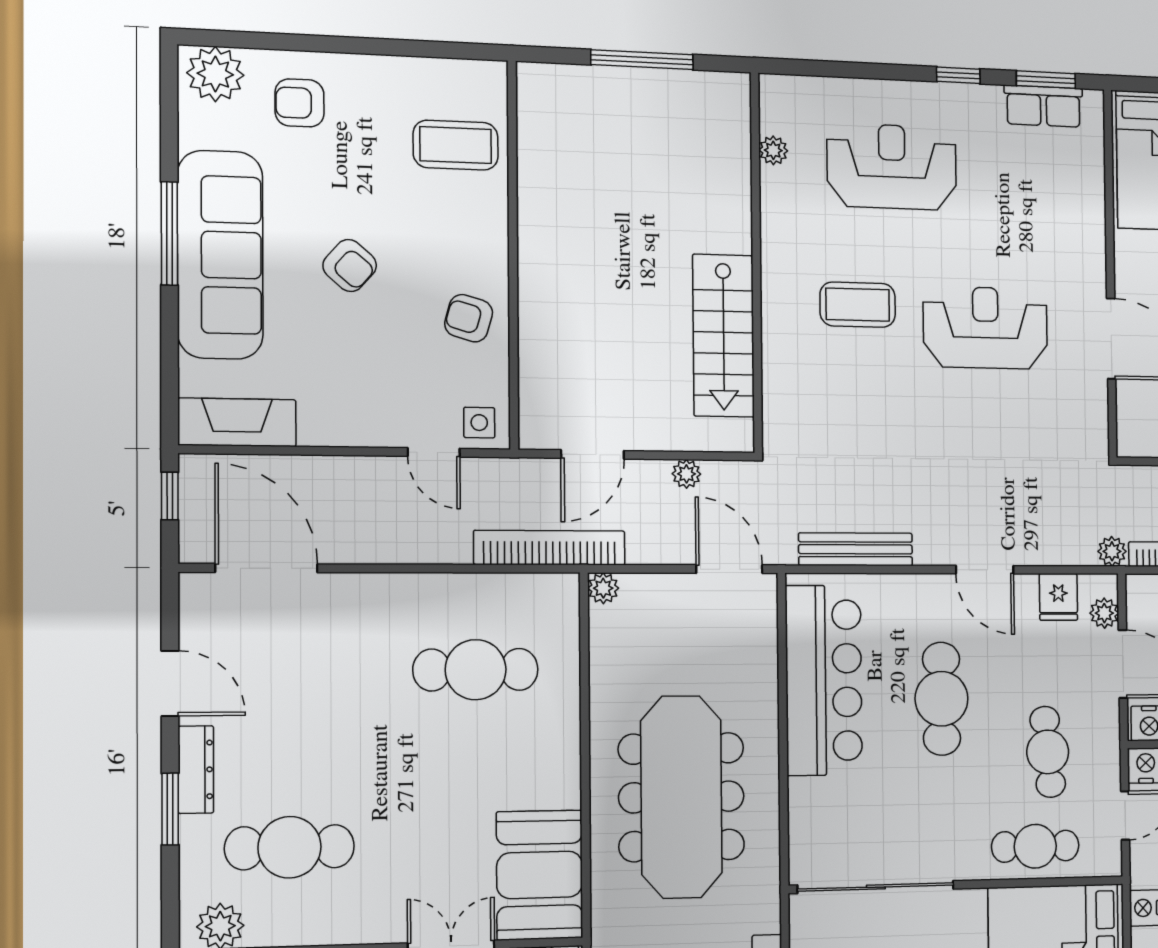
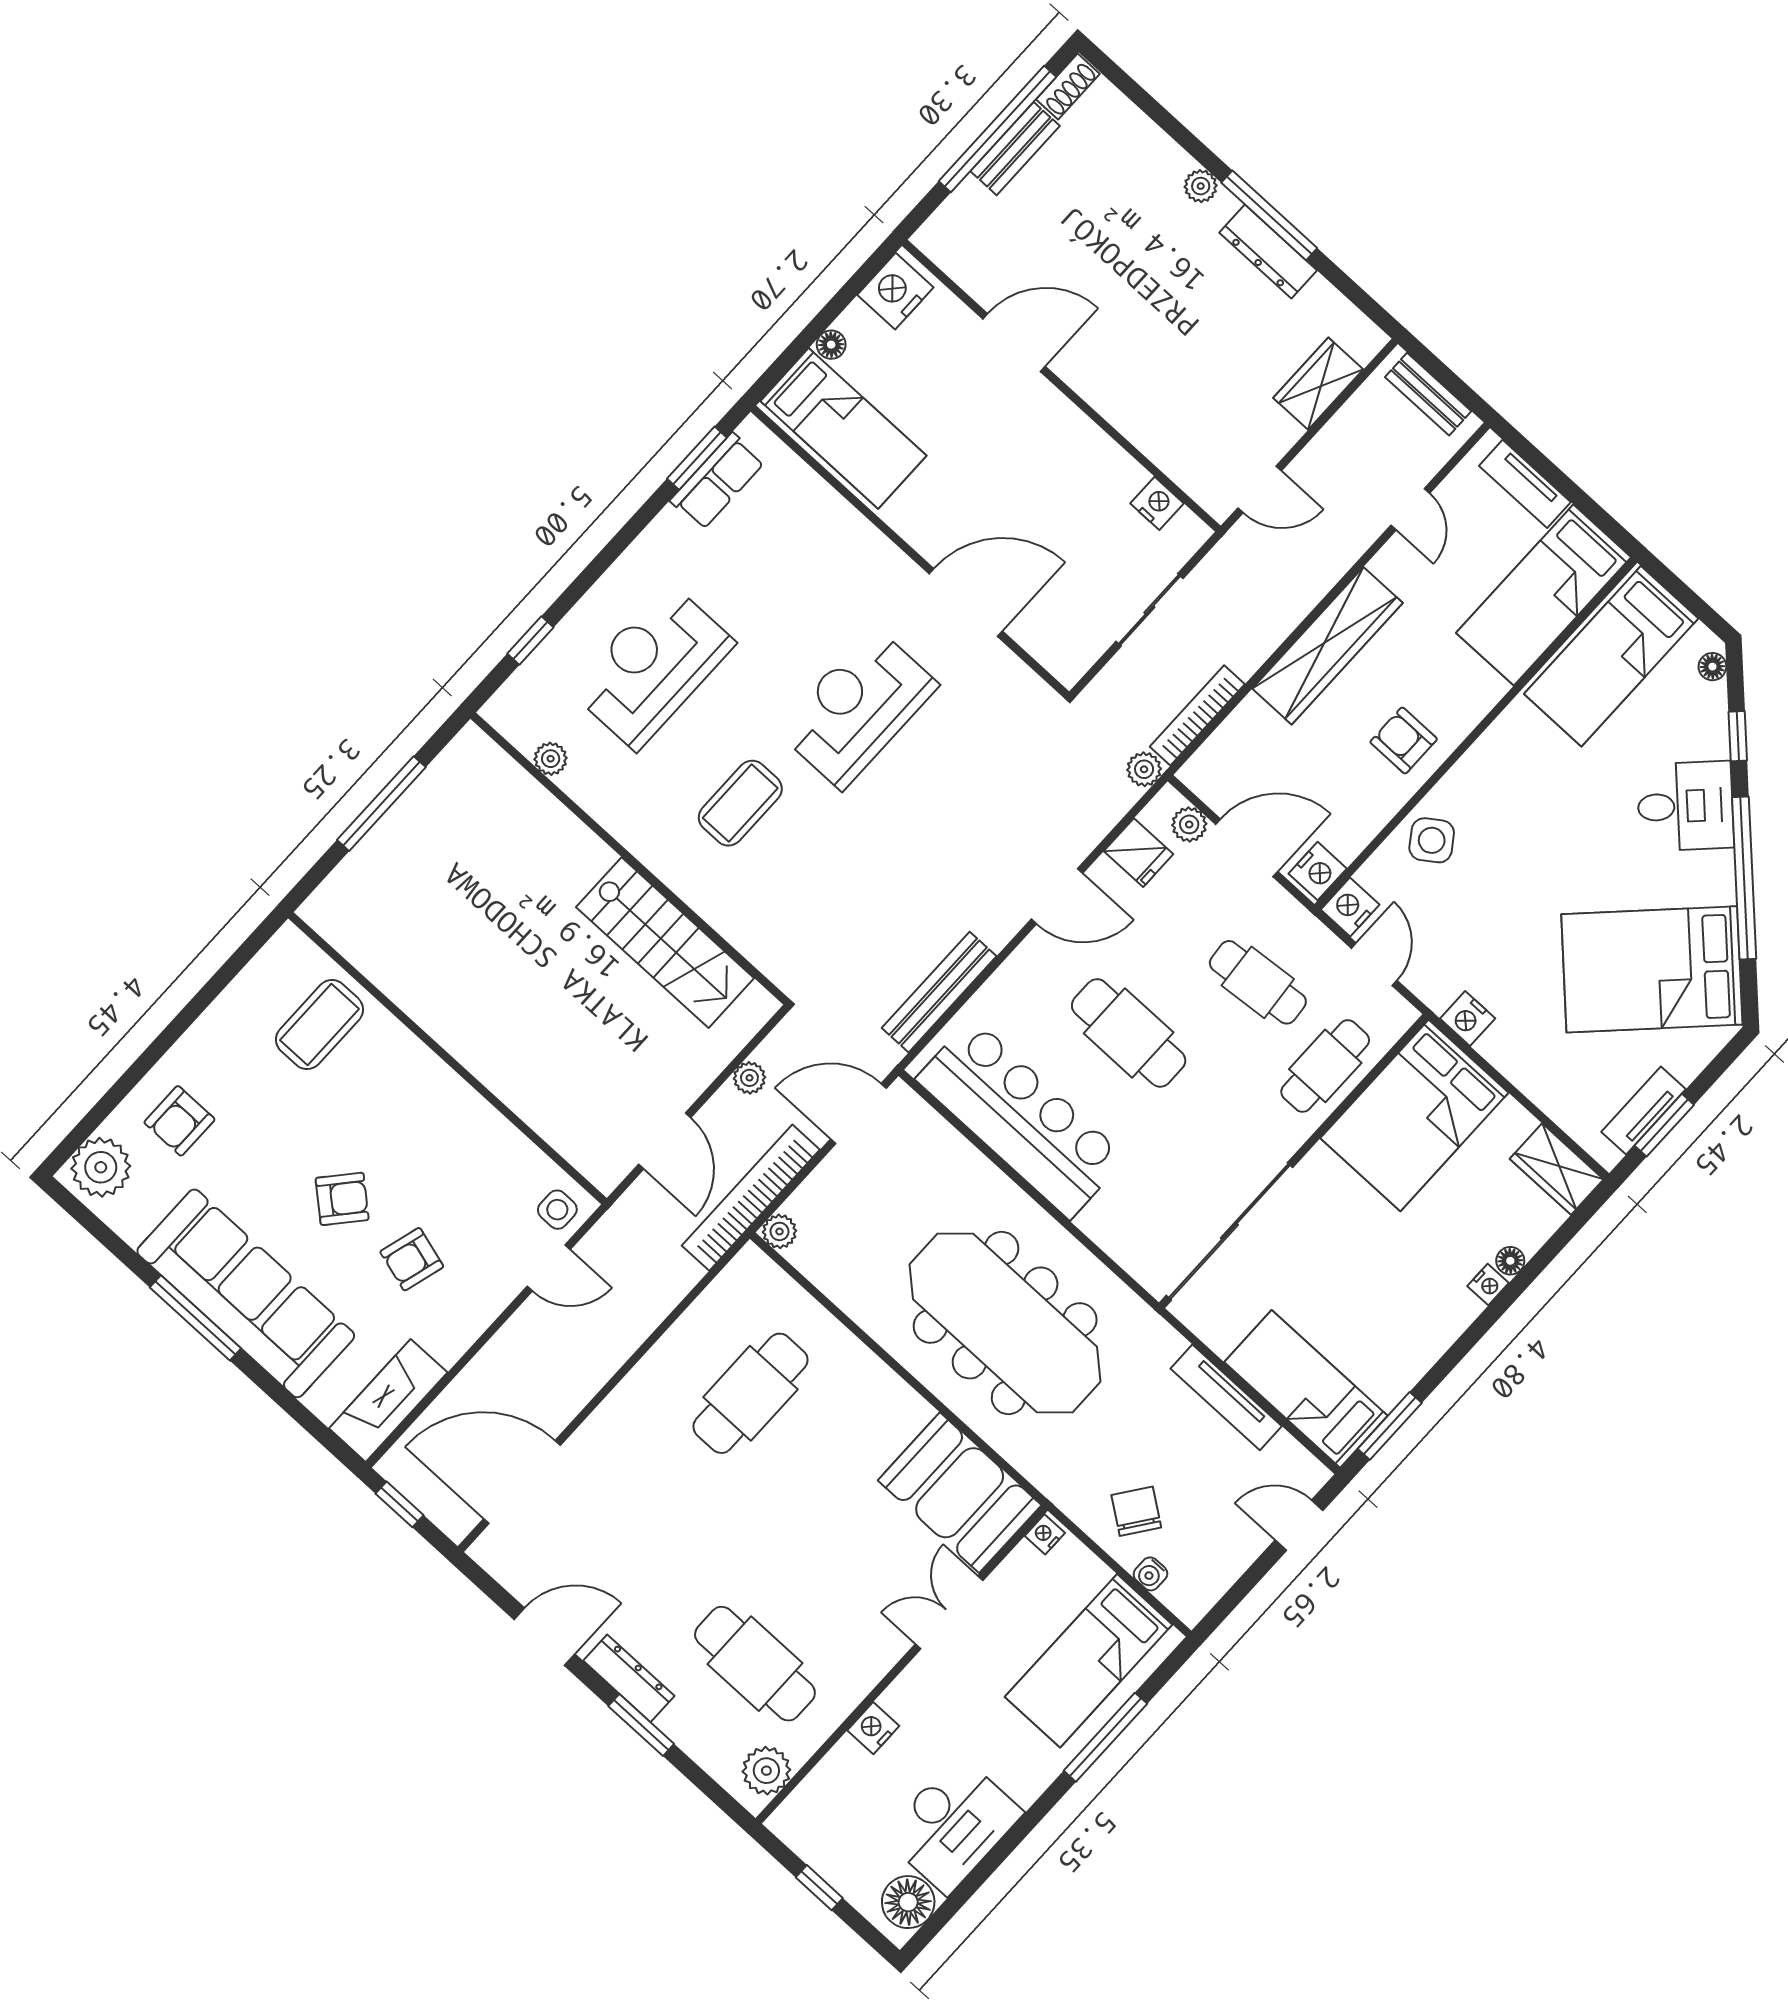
window: (958, 75) -> (530, 641), moved
armchair: (469, 318) -> (412, 1259), moved
bookcase: (550, 548) -> (751, 1198), moved
cafe table: (290, 847) -> (755, 1664), turned 90

